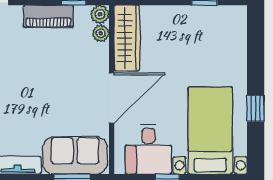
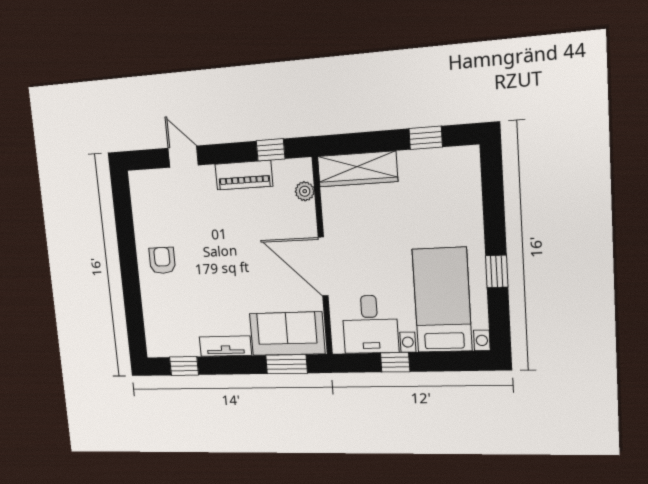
plant: (100, 14) -> (302, 169), removed
wardrobe: (127, 38) -> (357, 169), moved, turned 90
door: (112, 98) -> (323, 267), swing flipped

